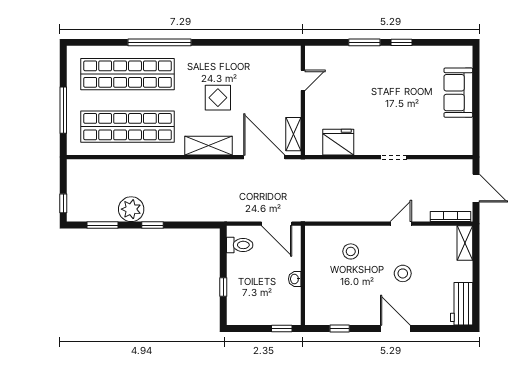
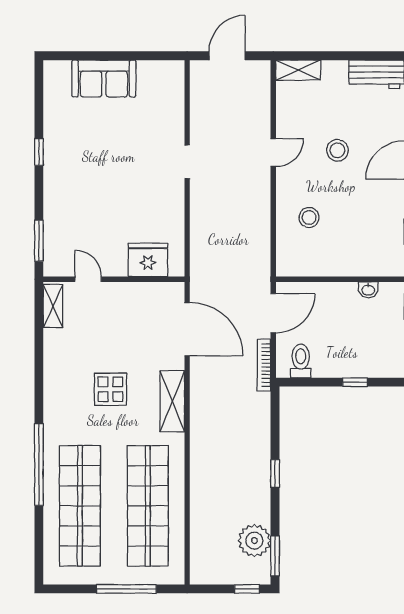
window: (364, 42) -> (39, 241), moved
shelving: (293, 134) -> (53, 306), moved, turned 90
fridge: (338, 142) -> (148, 260), moved, turned 90
door: (264, 157) -> (187, 329), swing flipped
plant: (131, 209) -> (254, 541), moved
bookcase: (451, 217) -> (264, 365), moved
door: (401, 224) -> (273, 153), swing flipped
window: (102, 225) -> (275, 556), moved
washbasin: (295, 279) -> (368, 290), moved

